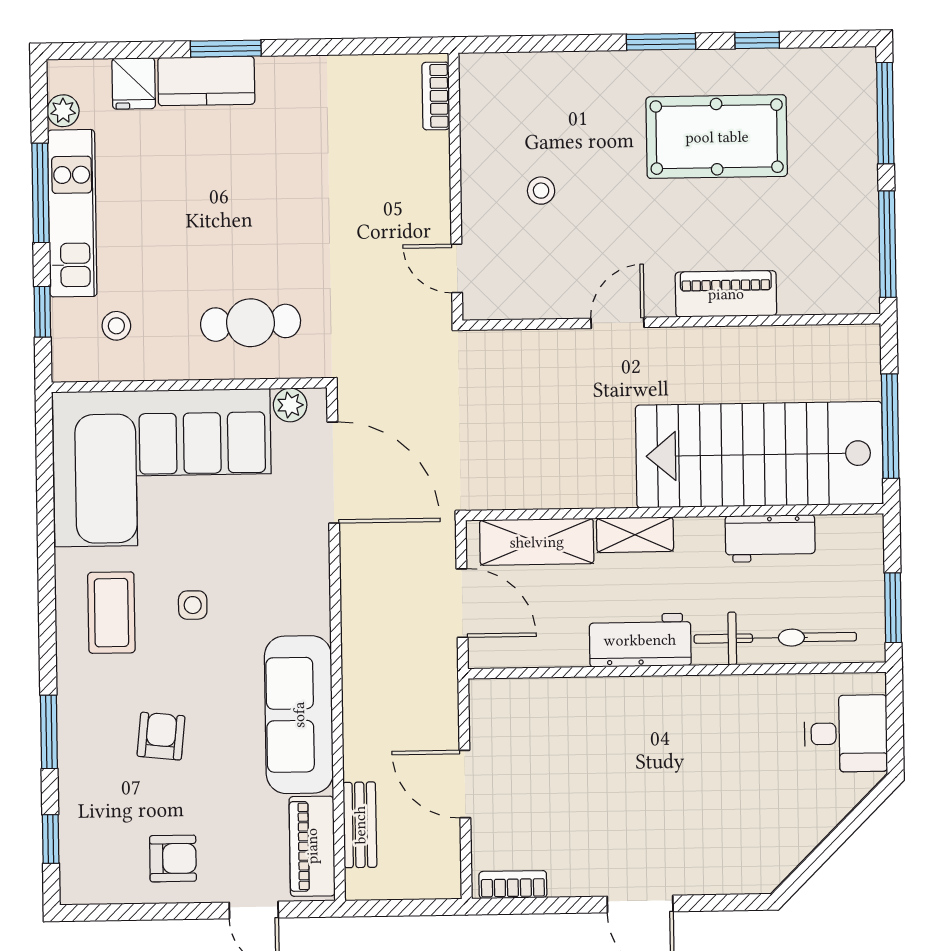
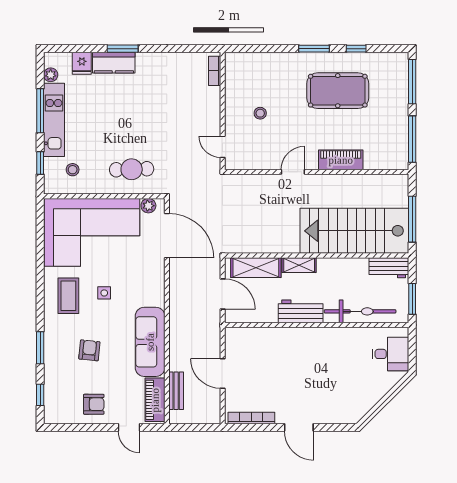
workbench: (770, 538) -> (389, 268), moved
bookcase: (513, 885) -> (251, 418), width x1.56

